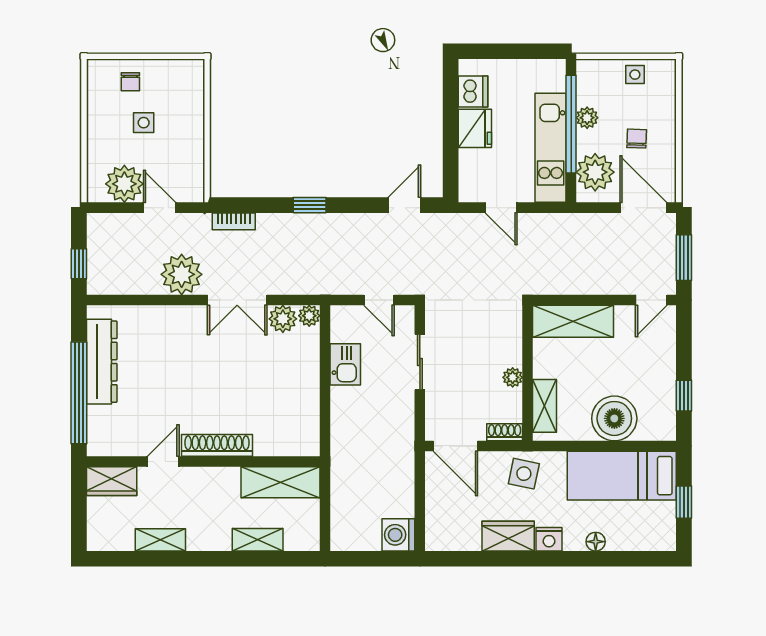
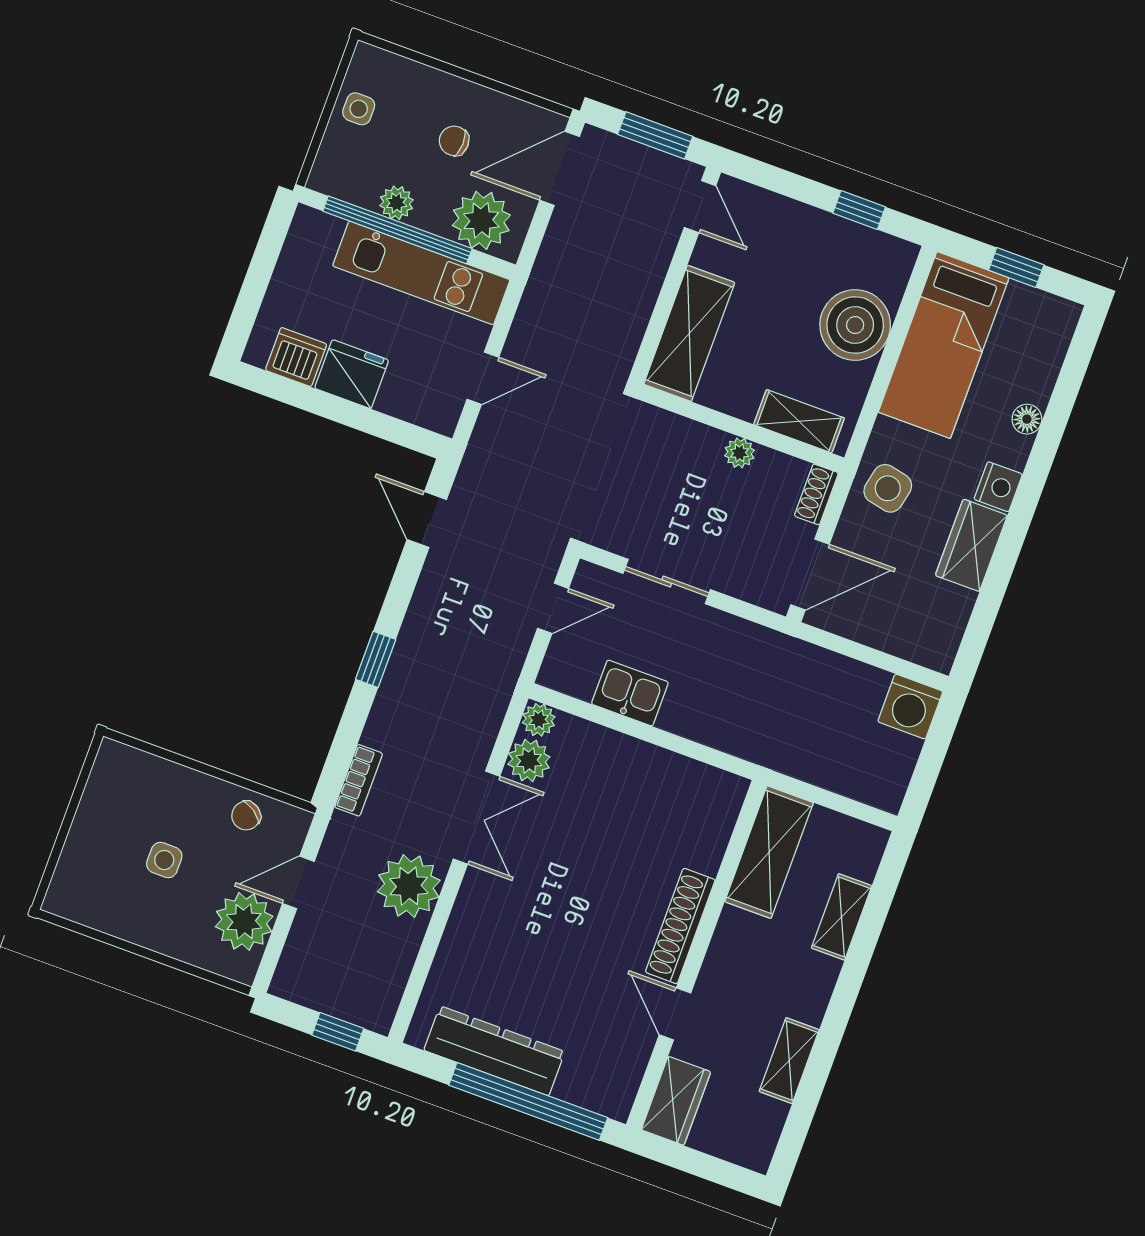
chair: (130, 82) -> (246, 816), moved, turned 125

